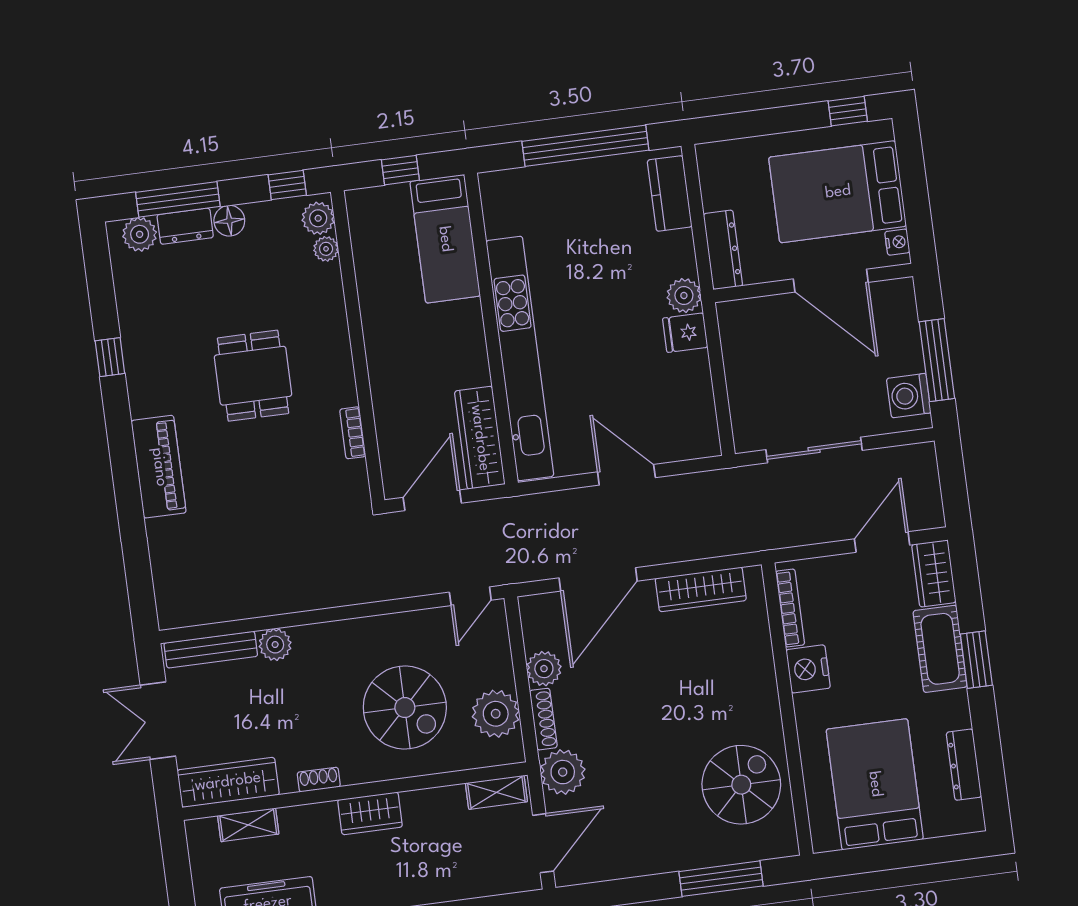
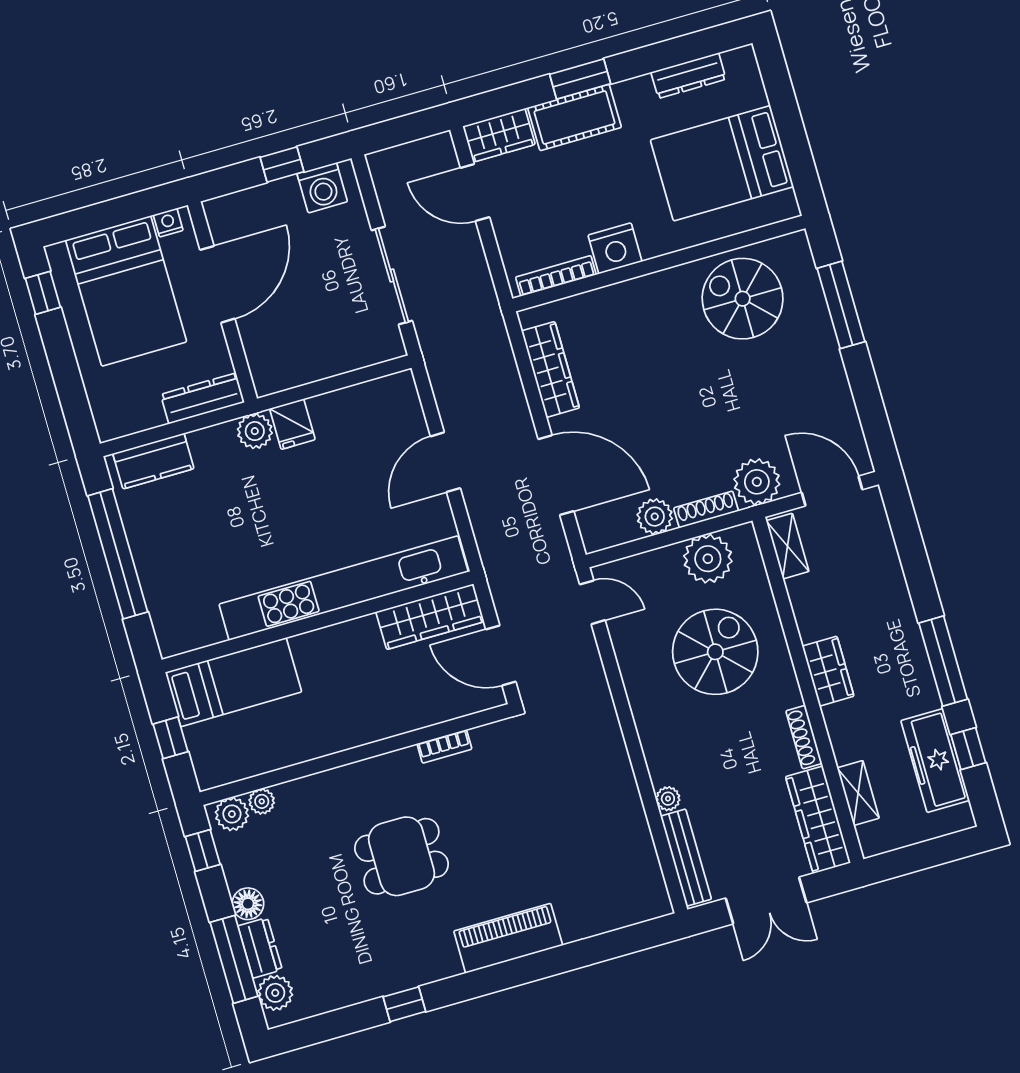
window: (937, 360) -> (282, 165), width x0.46
plant: (275, 645) -> (668, 799), width x0.73, depth x0.73
shoe rack: (319, 780) -> (804, 737), width x1.43

